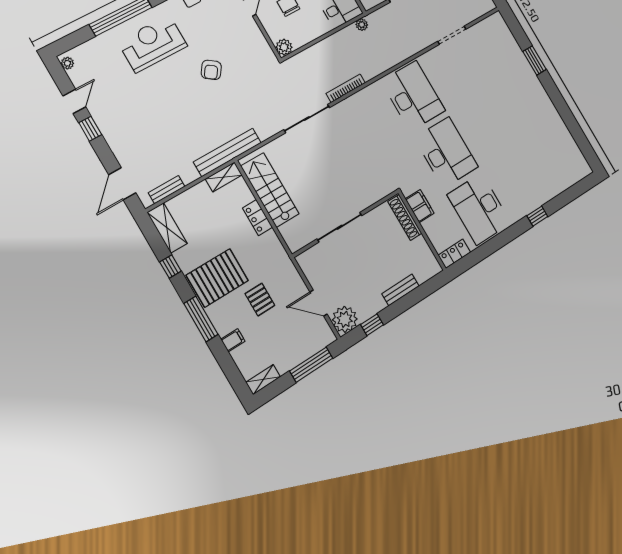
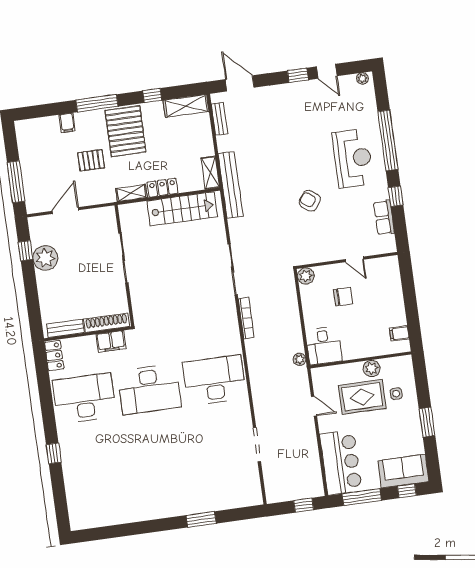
desk: (413, 96) -> (214, 380), turned 180
bench: (400, 290) -> (65, 328), moved, turned 90
plant: (345, 319) -> (45, 258), moved
shelving: (263, 380) -> (131, 193), moved, turned 90

